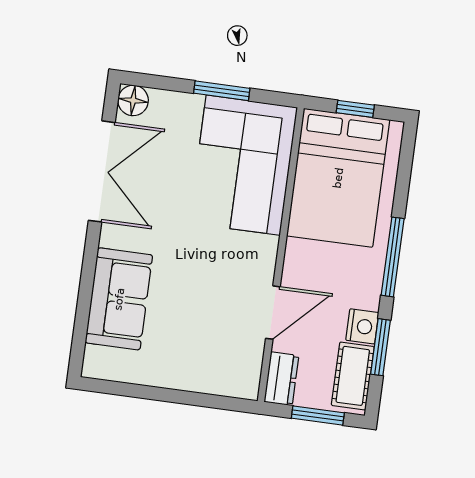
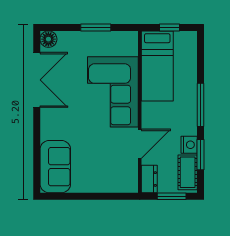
corner sofa: (243, 165) -> (113, 92), moved
bed: (338, 178) -> (157, 66), width x0.67
sofa: (119, 299) -> (55, 167), moved

